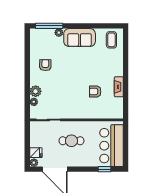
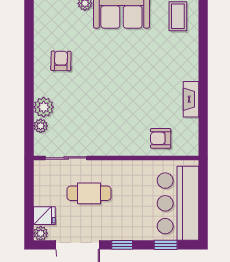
armchair: (95, 92) -> (161, 138), moved
cafe table: (71, 141) -> (89, 193), moved
window: (80, 169) -> (122, 245), added

